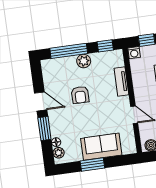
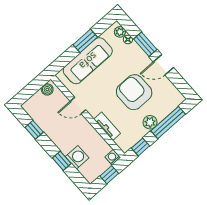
armchair: (80, 95) -> (134, 92), width x1.88, depth x1.88
sofa: (101, 147) -> (88, 61), width x1.36

